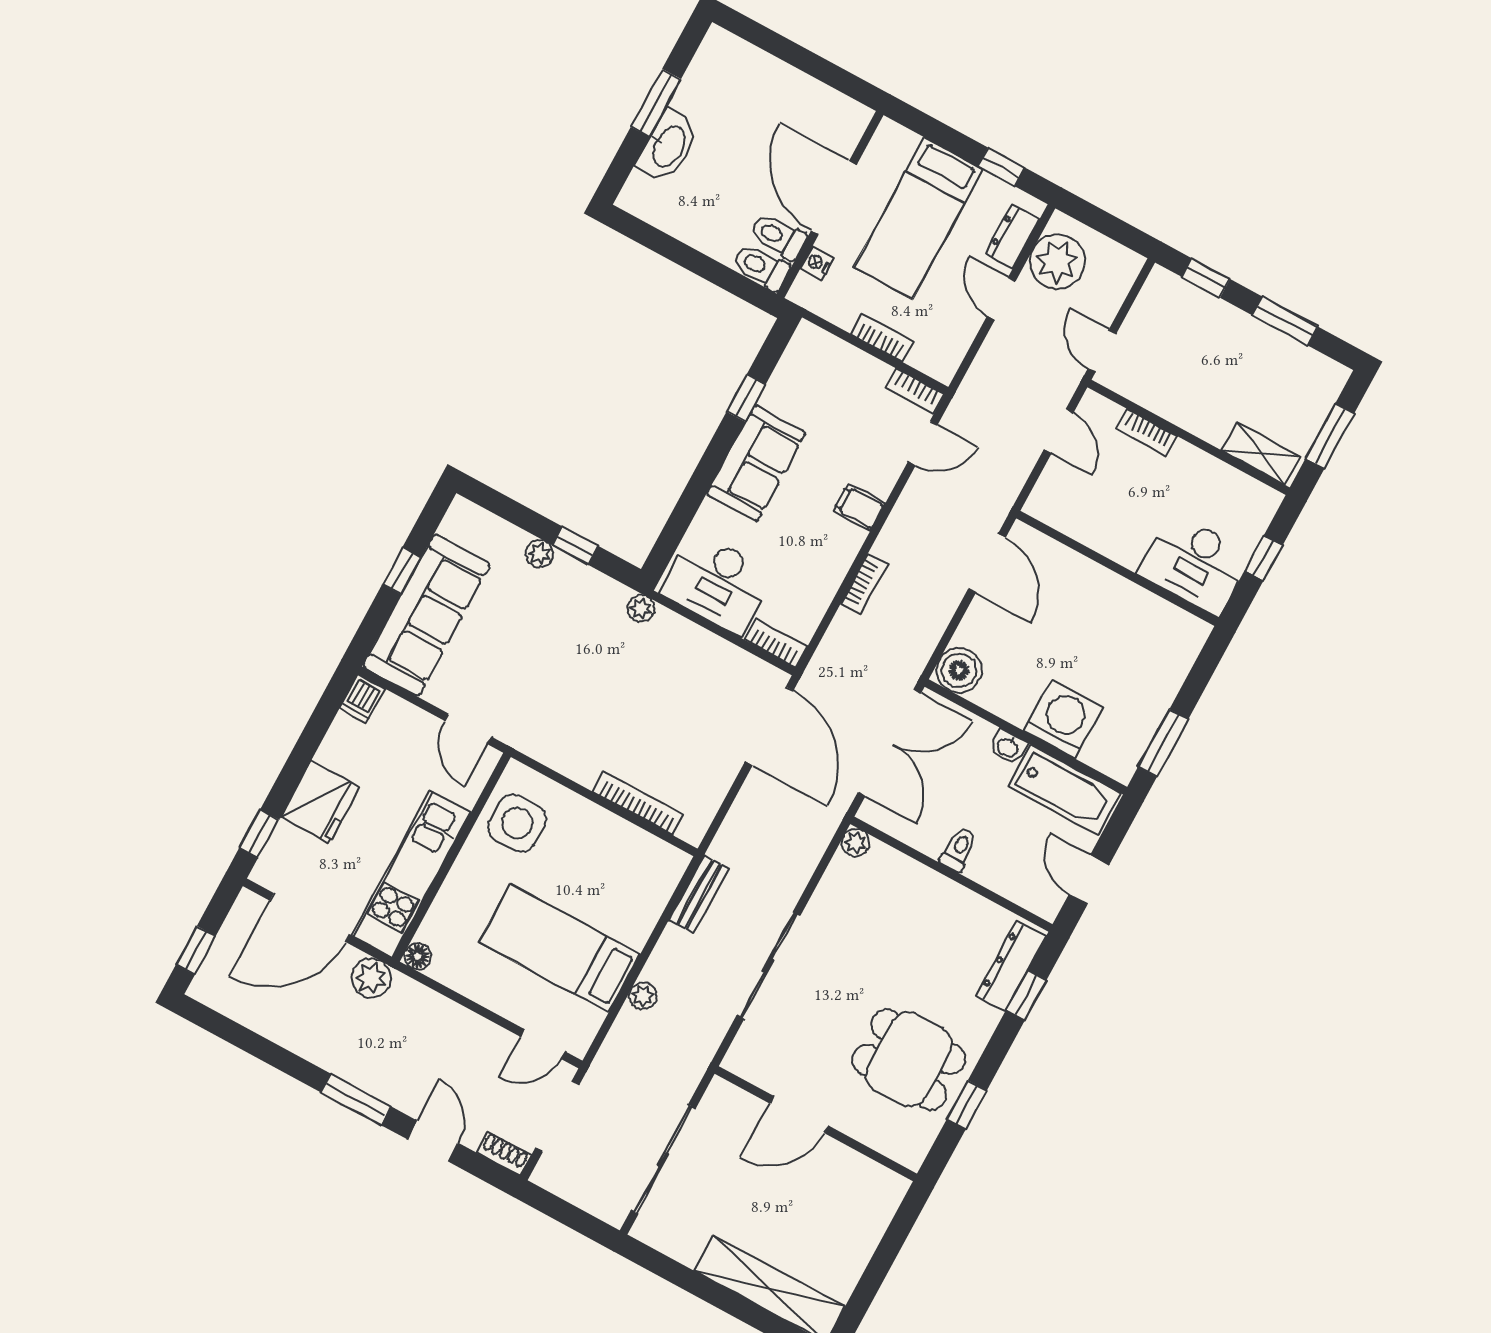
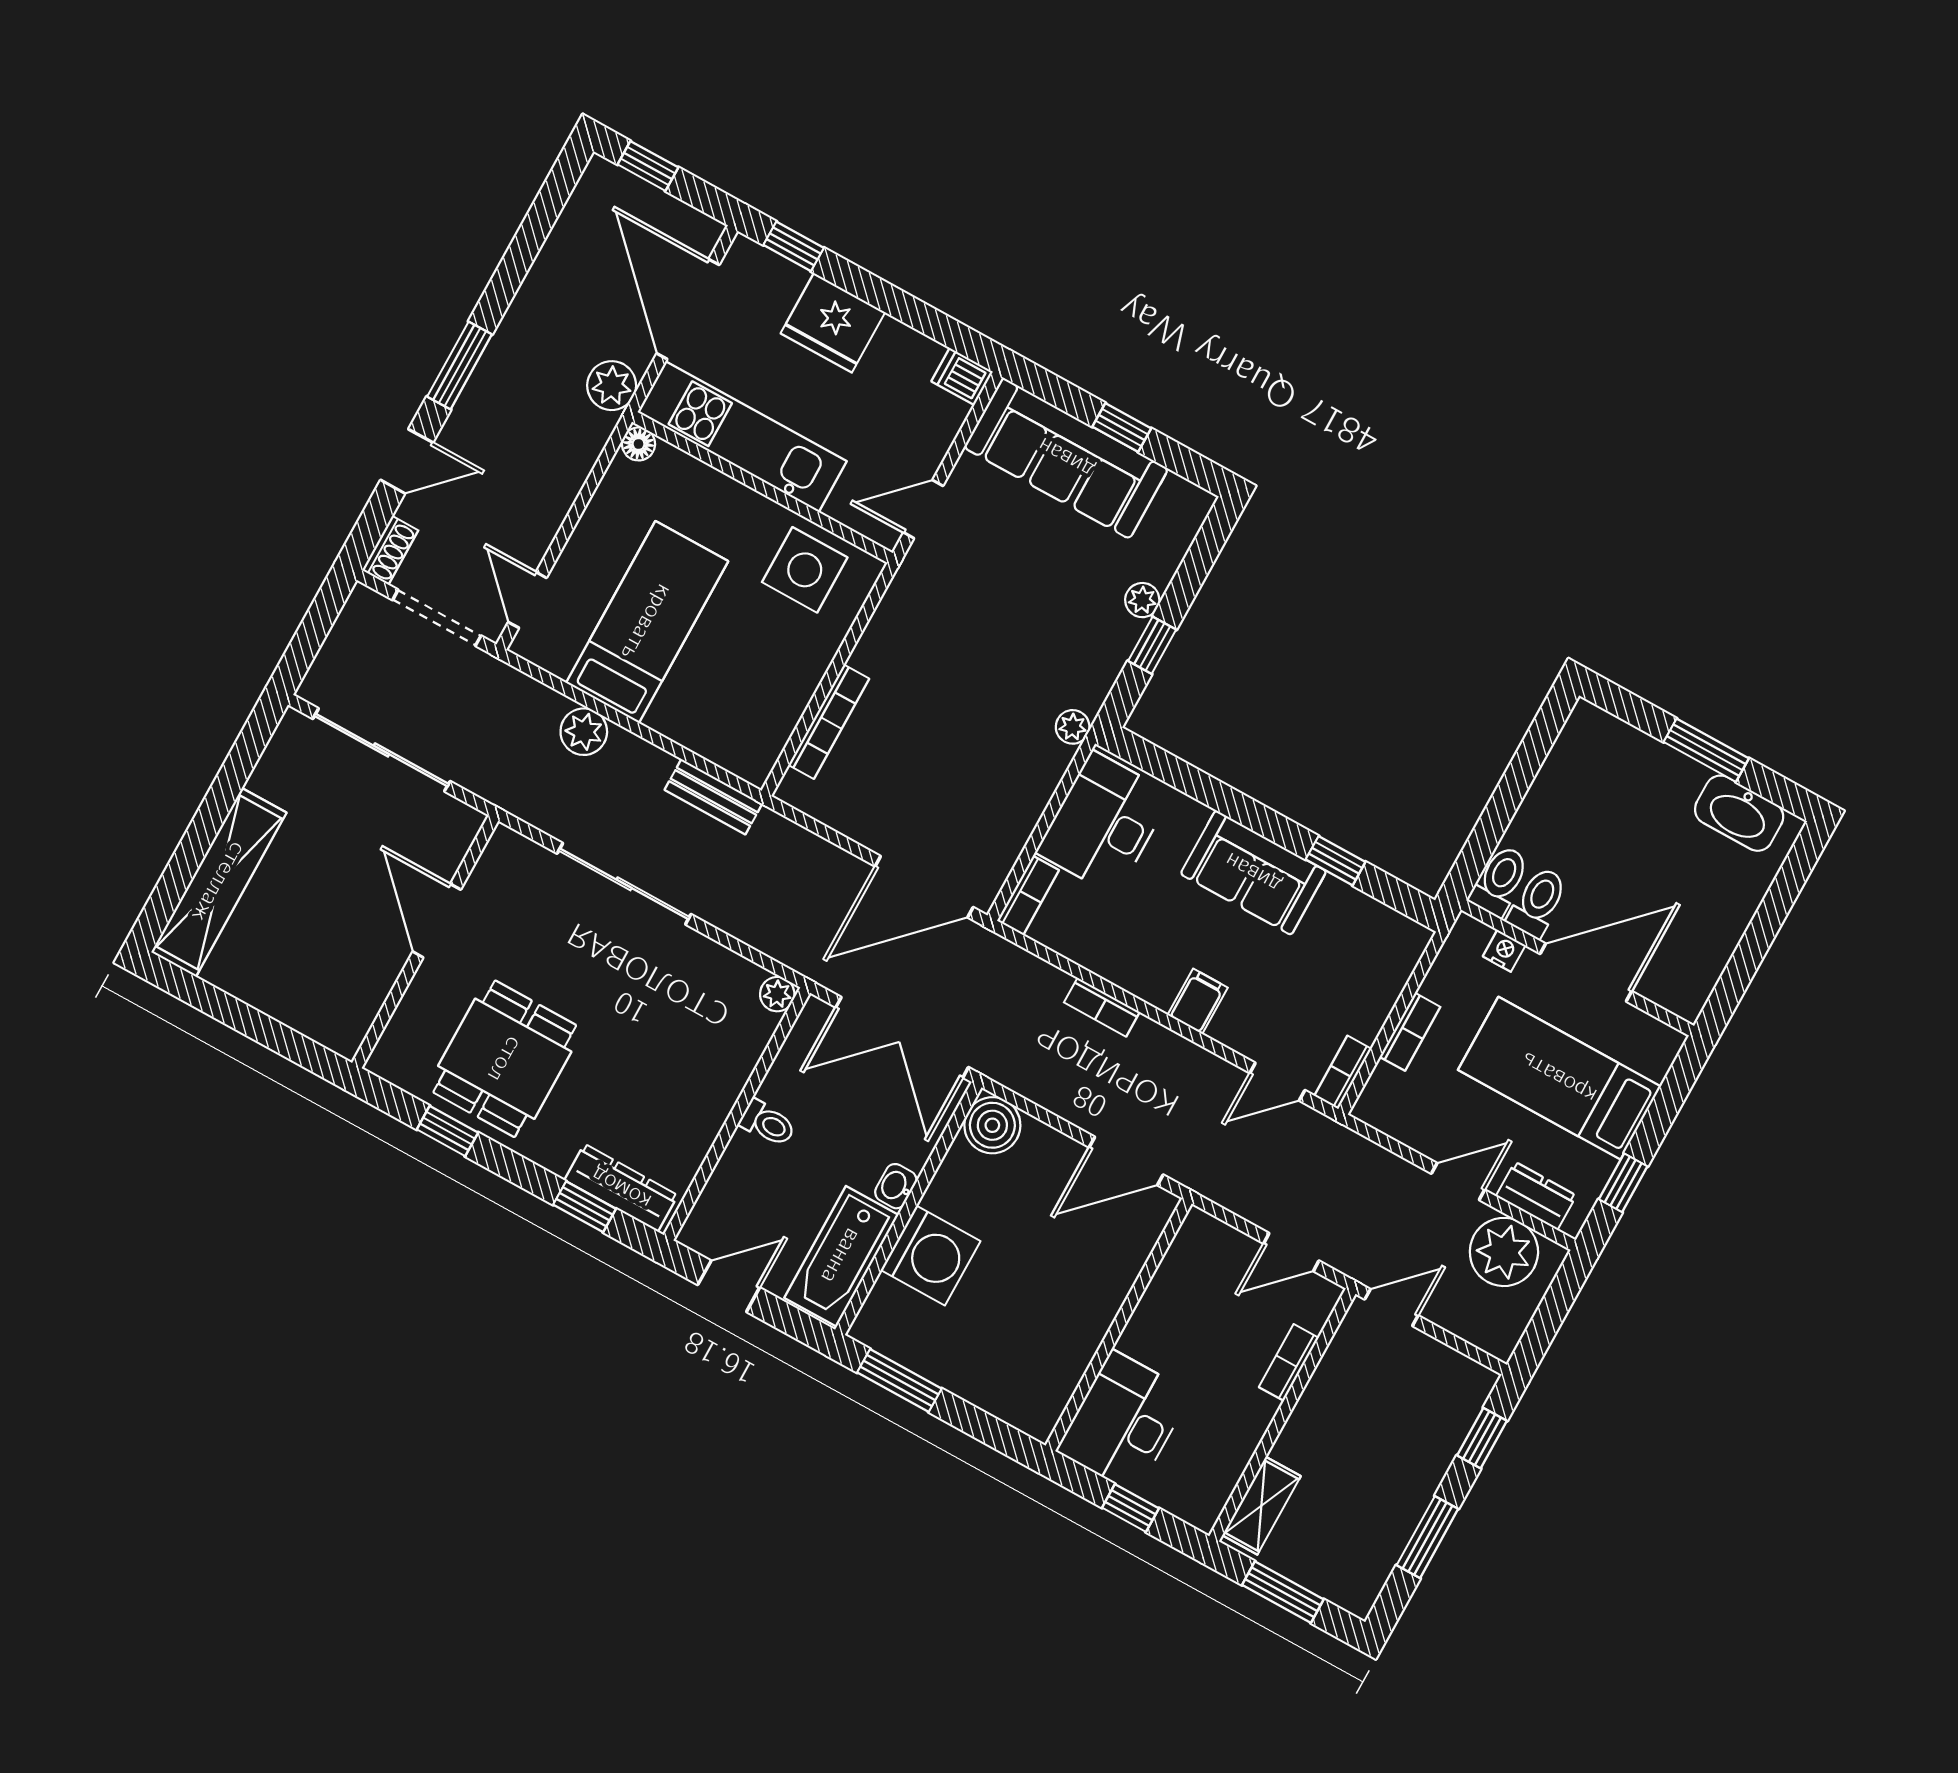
washbasin: (668, 146) -> (1739, 813), moved
door: (923, 443) -> (1277, 1082), hinge flipped
plant: (643, 996) -> (584, 732), width x1.38, depth x1.38

